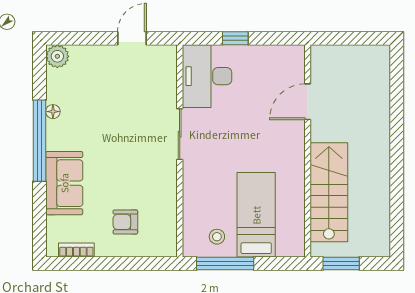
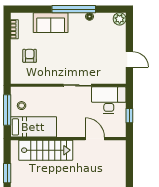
door: (308, 102) -> (95, 139), moved
wall: (308, 151) -> (68, 139), moved
stairs: (329, 192) -> (46, 150), moved

